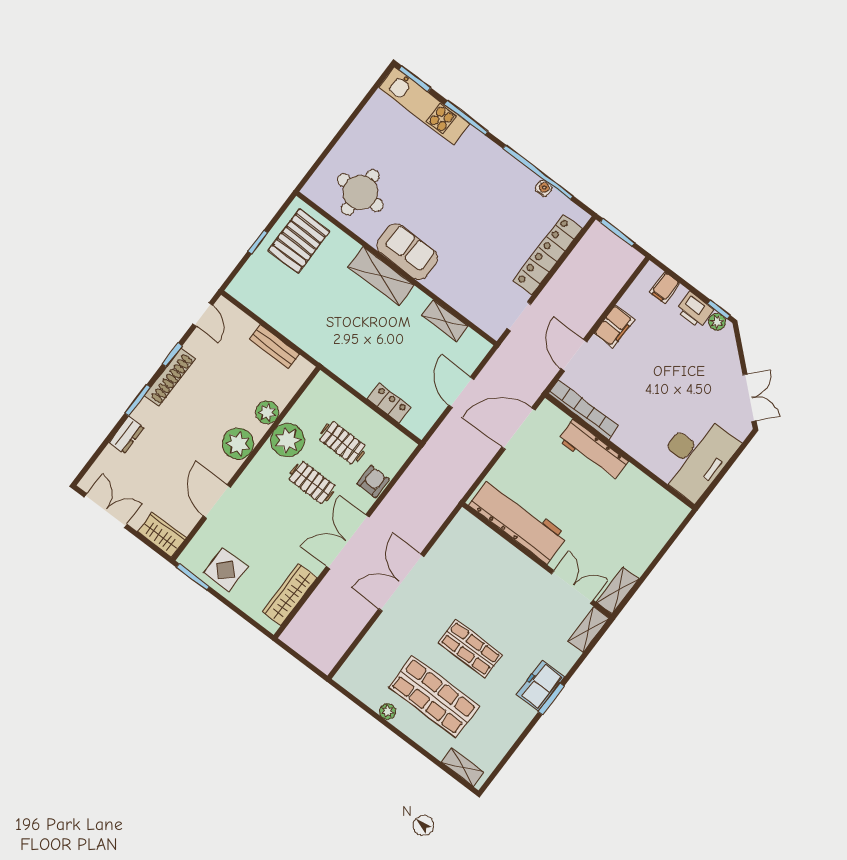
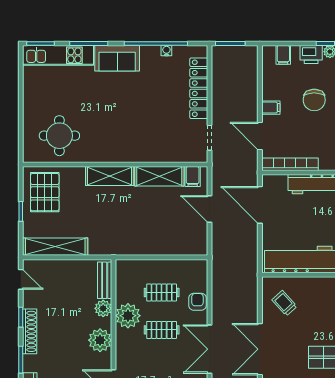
sofa: (407, 252) -> (117, 58), moved, turned 180
shelving: (266, 307) -> (55, 247), added
shelving: (445, 321) -> (159, 176), width x1.50, depth x1.33
filing cabinet: (614, 326) -> (271, 108), width x0.50
filing cabinet: (469, 344) -> (193, 177), added
bench: (274, 347) -> (105, 280), moved, turned 90
chair: (661, 361) -> (314, 100), added
locker: (389, 403) -> (172, 248), removed
door: (518, 429) -> (260, 205), hinge flipped
trolley: (465, 553) -> (284, 303), added

